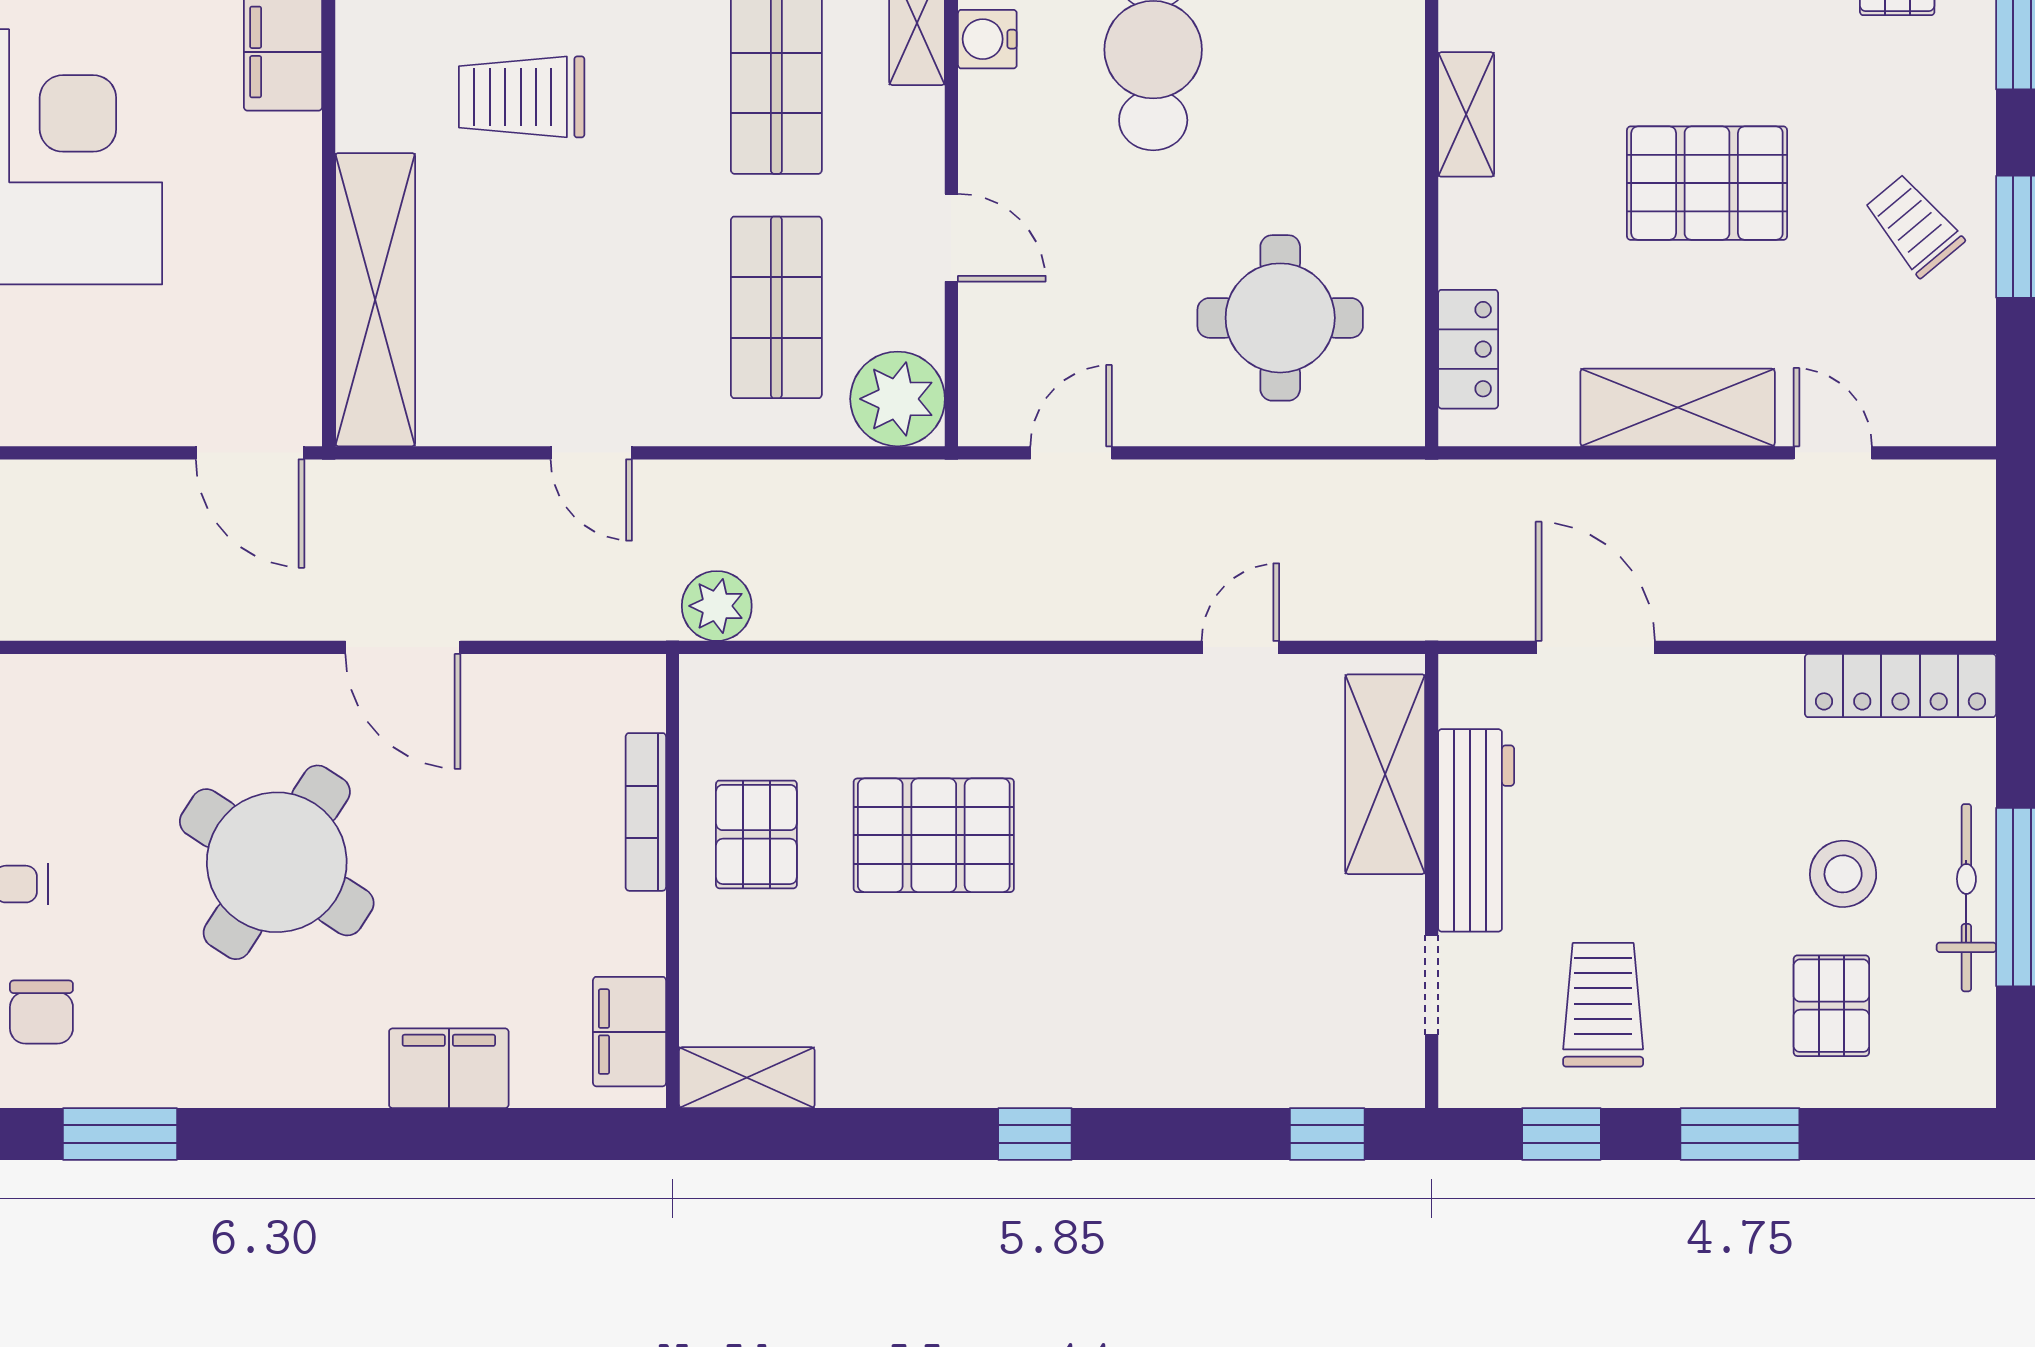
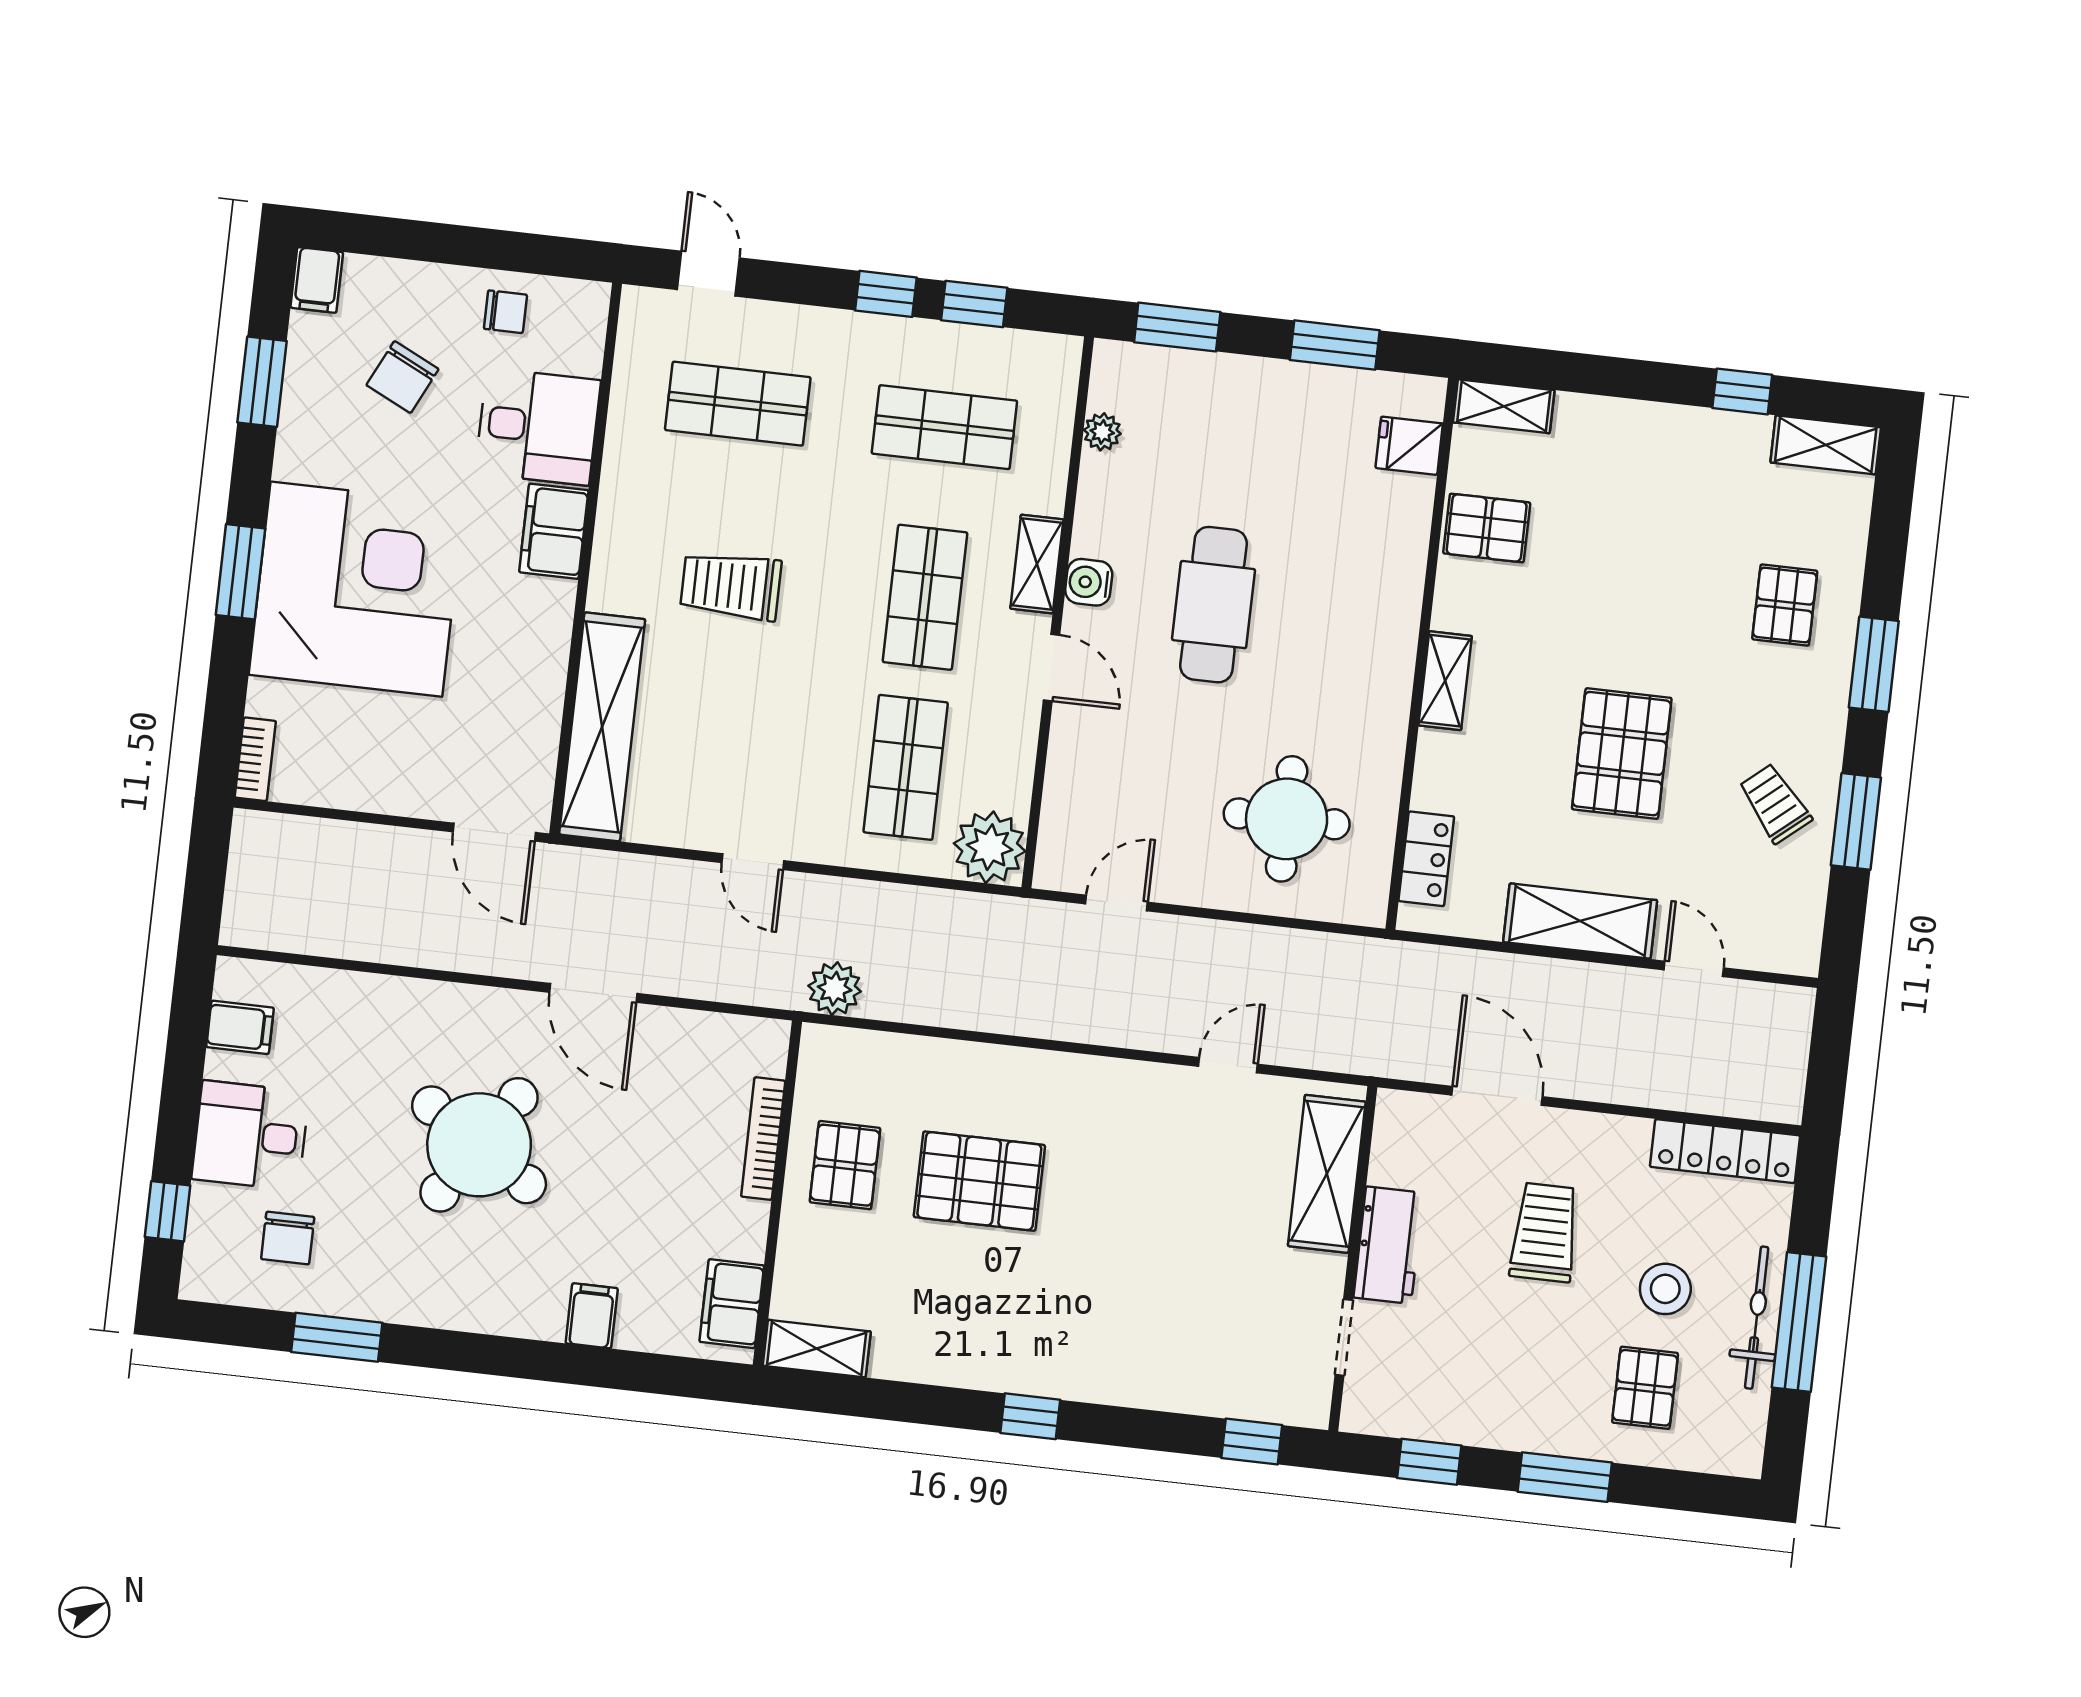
pallet: (1707, 183) -> (1622, 754), turned 90
door: (951, 238) -> (1051, 668), moved
workbench: (1476, 830) -> (1388, 1245), width x0.73
trolley: (1603, 1005) -> (1545, 1232), moved
filing cabinet: (449, 1068) -> (592, 1316), width x0.50

